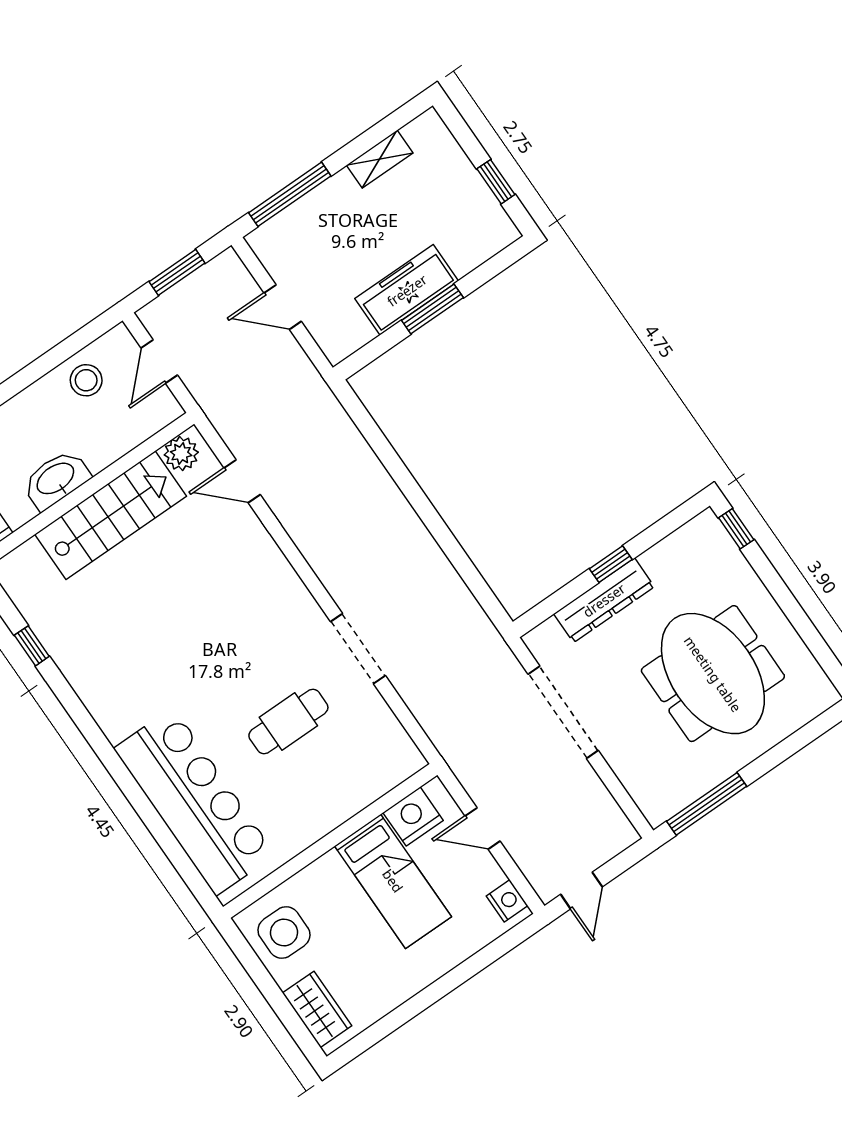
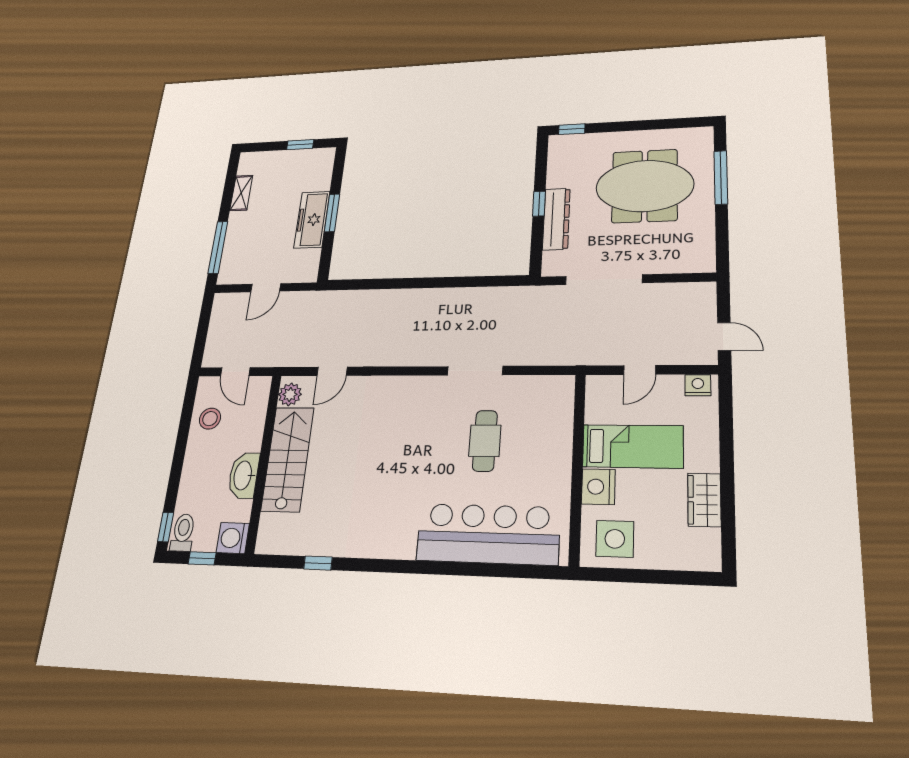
window: (177, 272) -> (202, 330), removed
window: (707, 804) -> (721, 177), moved
nightstand: (413, 816) -> (598, 487), moved
wardrobe: (317, 1009) -> (704, 500), moved, turned -90

